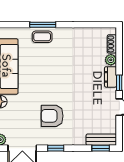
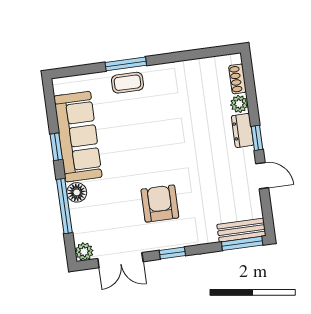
armchair: (52, 116) -> (160, 203), turned 90
window: (101, 148) -> (242, 243), width x1.50

